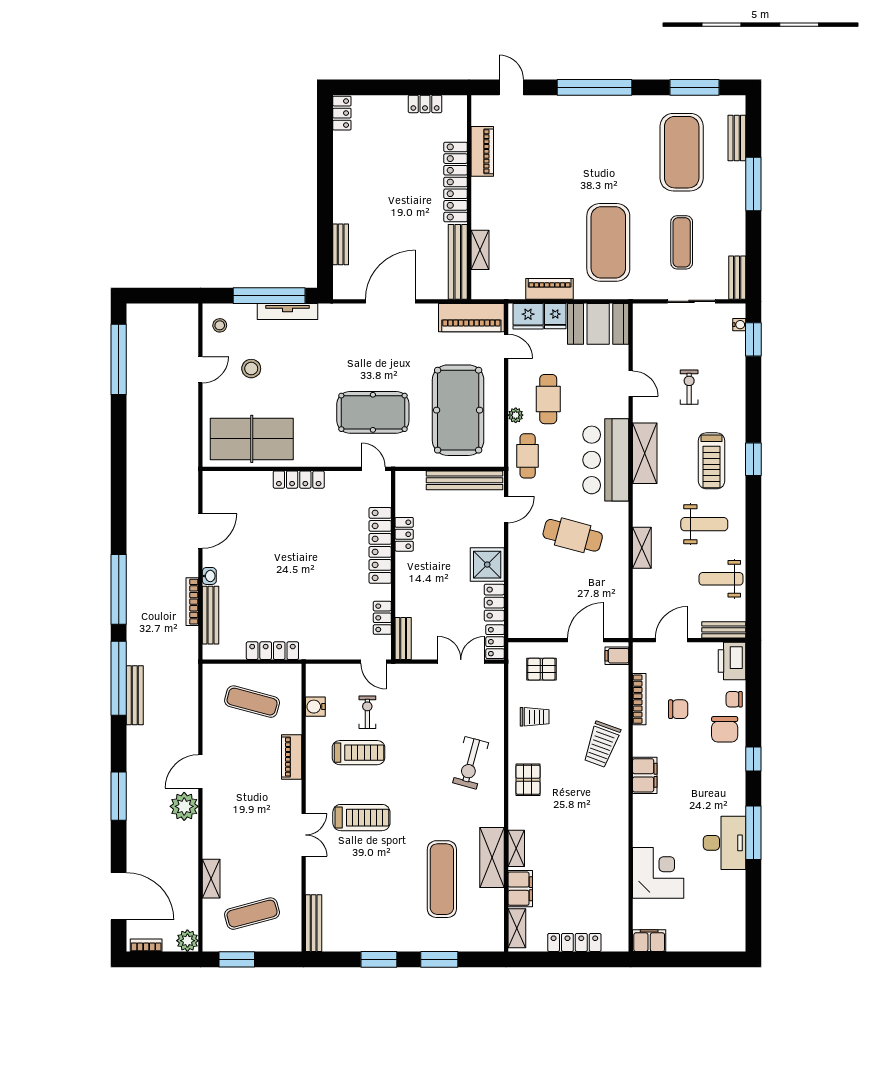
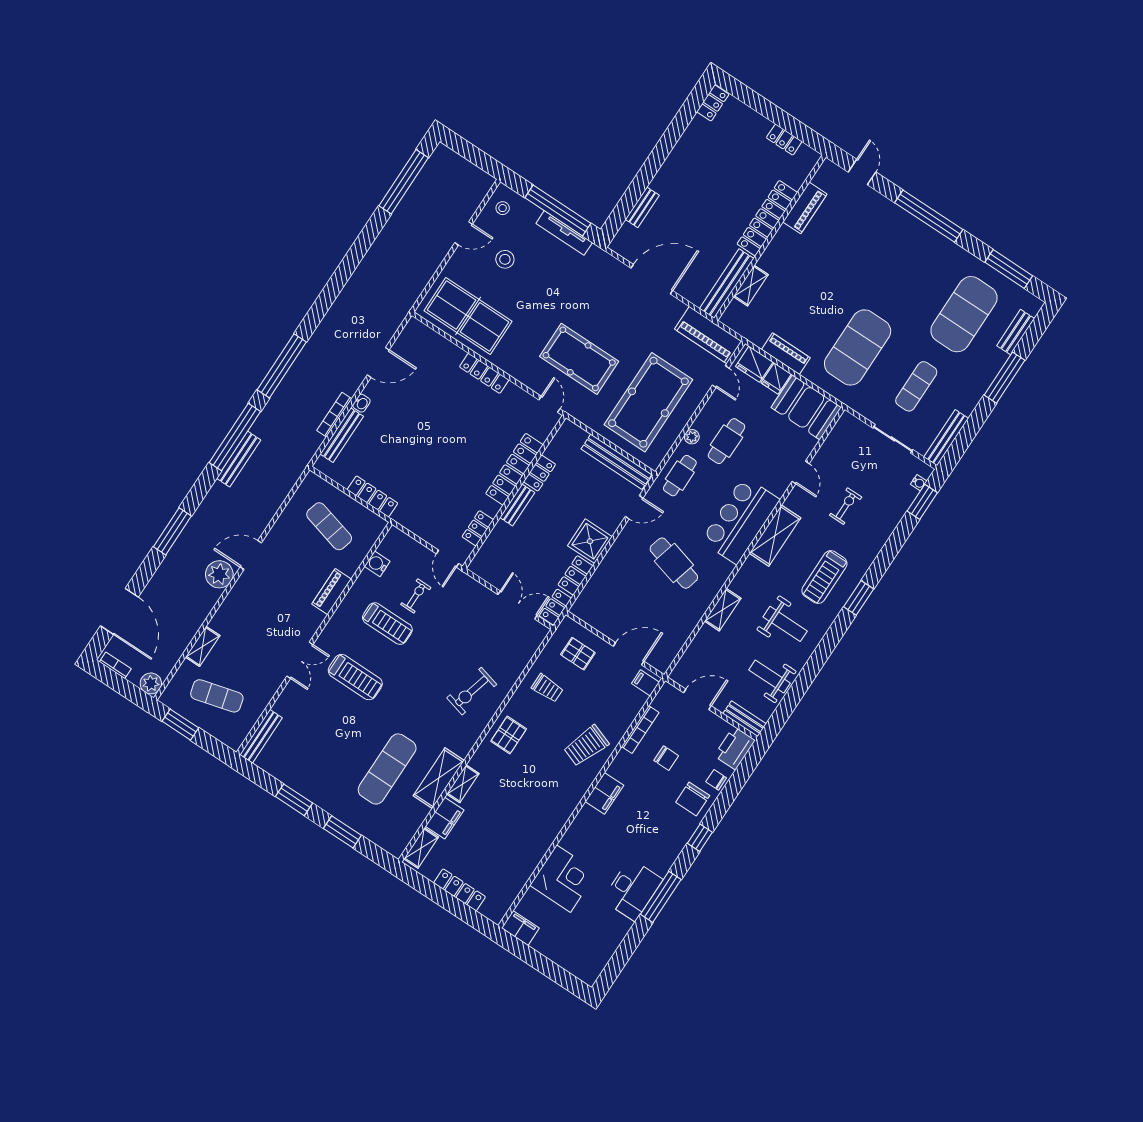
bench: (737, 278) -> (946, 438), width x1.36
bench: (403, 639) -> (517, 505), moved

